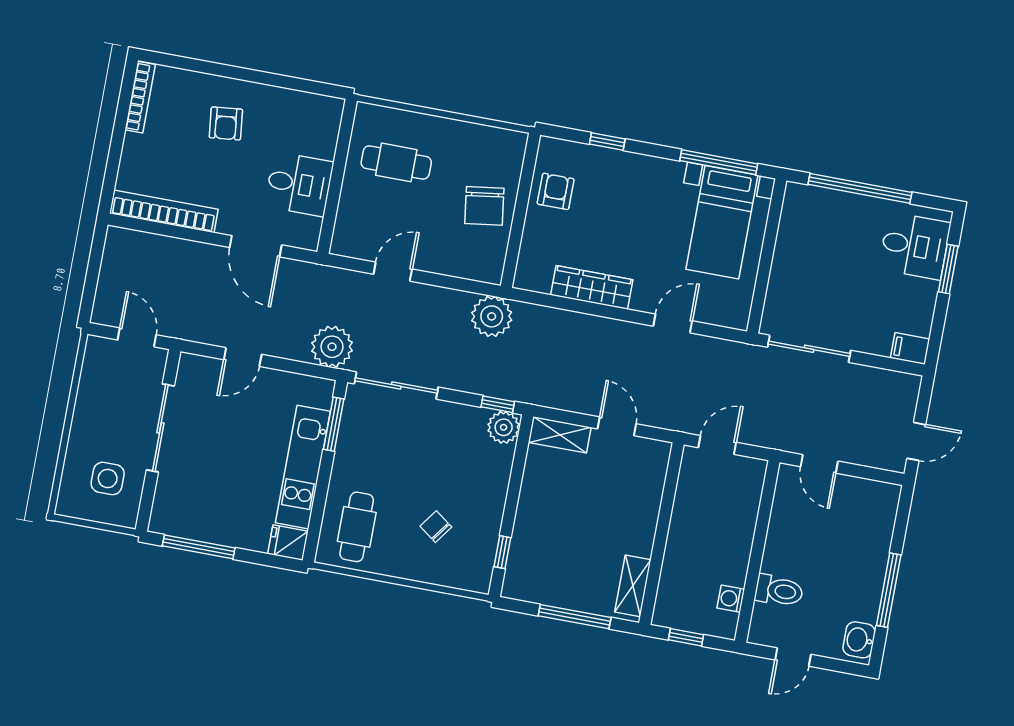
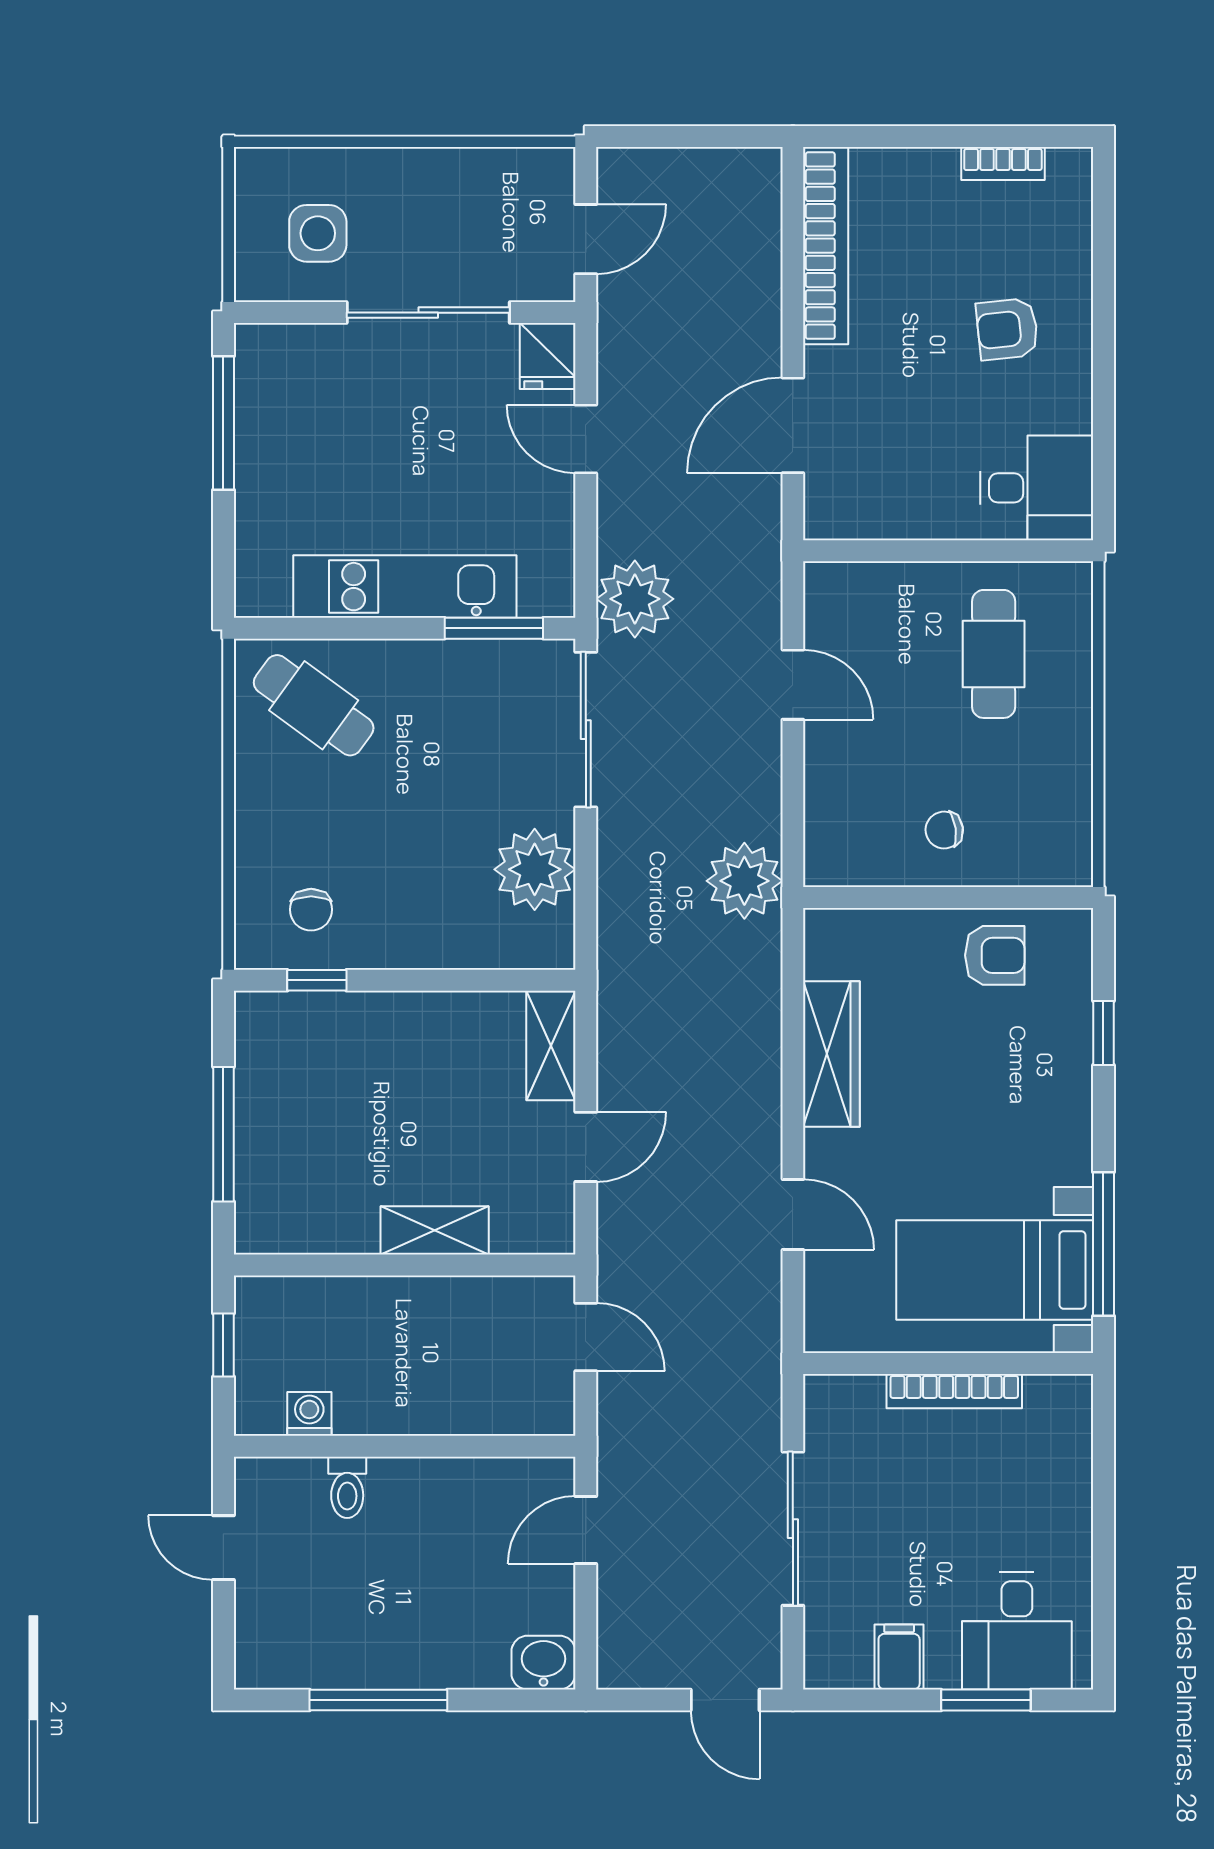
bookcase: (140, 97) -> (1003, 163), width x0.64
desk: (299, 184) -> (1037, 488), moved, turned -90
window: (860, 188) -> (1103, 1511), removed
chair: (484, 206) -> (944, 830), width x0.54, depth x0.54
bookcase: (782, 256) -> (954, 1391), added
filing cabinet: (910, 348) -> (899, 1657), moved
sliding door: (809, 349) -> (793, 1529), moved
window: (498, 404) -> (586, 922), removed
plant: (504, 427) -> (535, 869), moved, width x1.36, depth x1.36
door: (916, 441) -> (725, 1700), moved
cafe table: (357, 527) -> (314, 705), turned 36
chair: (436, 527) -> (311, 910), moved, turned 144
fridge: (288, 543) -> (548, 356), moved, turned 180
shelving: (633, 586) -> (435, 1230), moved
toilet: (779, 591) -> (347, 1487), width x0.73, depth x0.72
washbasin: (859, 640) -> (543, 1663), moved

